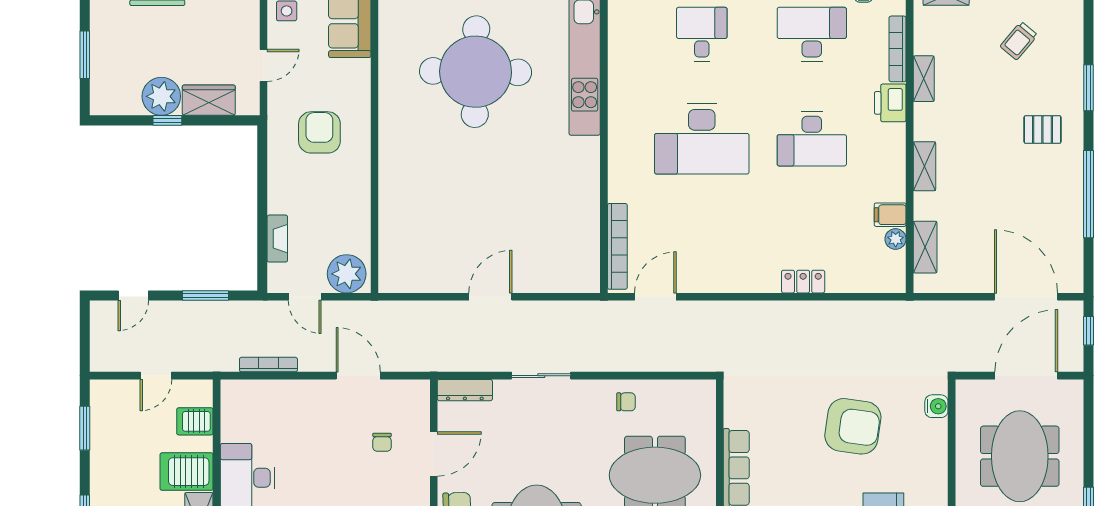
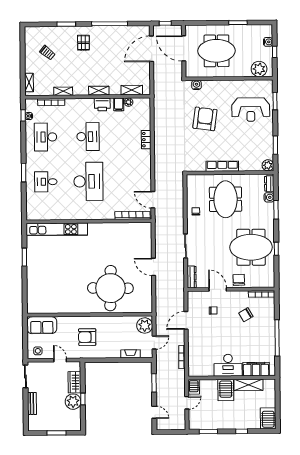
round table: (476, 72) -> (110, 288), moved
printer: (890, 103) -> (102, 105), moved
door: (156, 376) -> (187, 403), hinge flipped
server rack: (195, 421) -> (194, 387), moved

